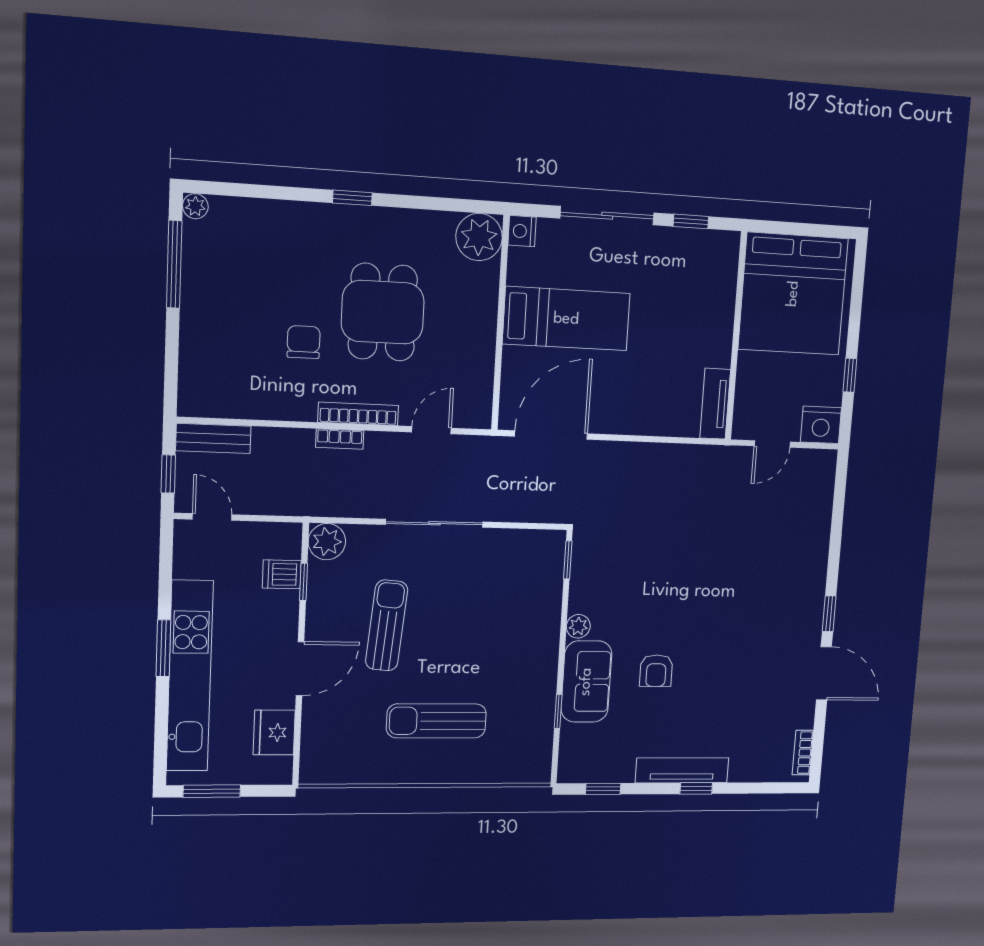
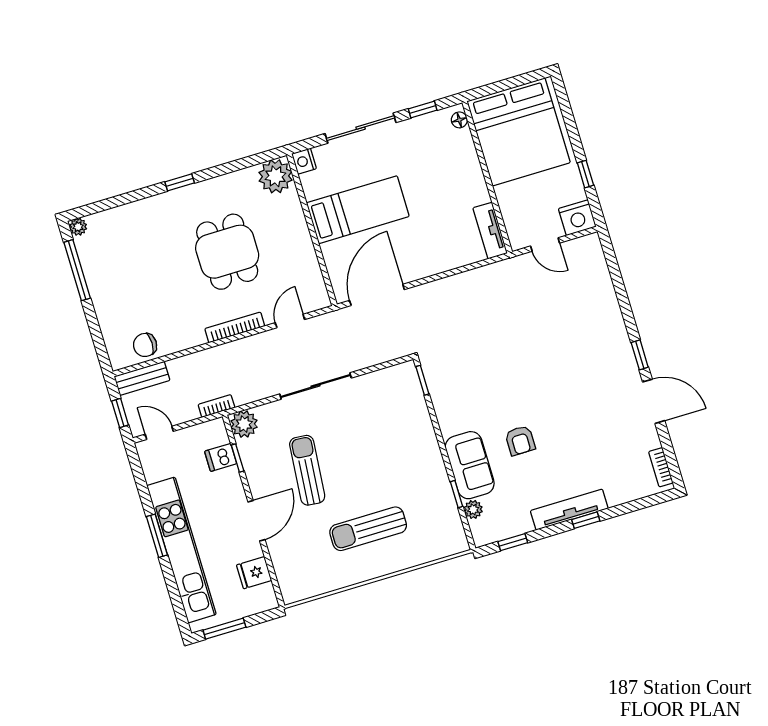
floor lamp: (730, 252) -> (459, 120), added
chair: (304, 342) -> (145, 345), moved, turned -90
bookcase: (340, 439) -> (216, 406), moved, turned 180
door: (772, 444) -> (545, 244), hinge flipped
plant: (578, 626) -> (473, 509), moved
fridge: (274, 733) -> (254, 573), width x0.72

